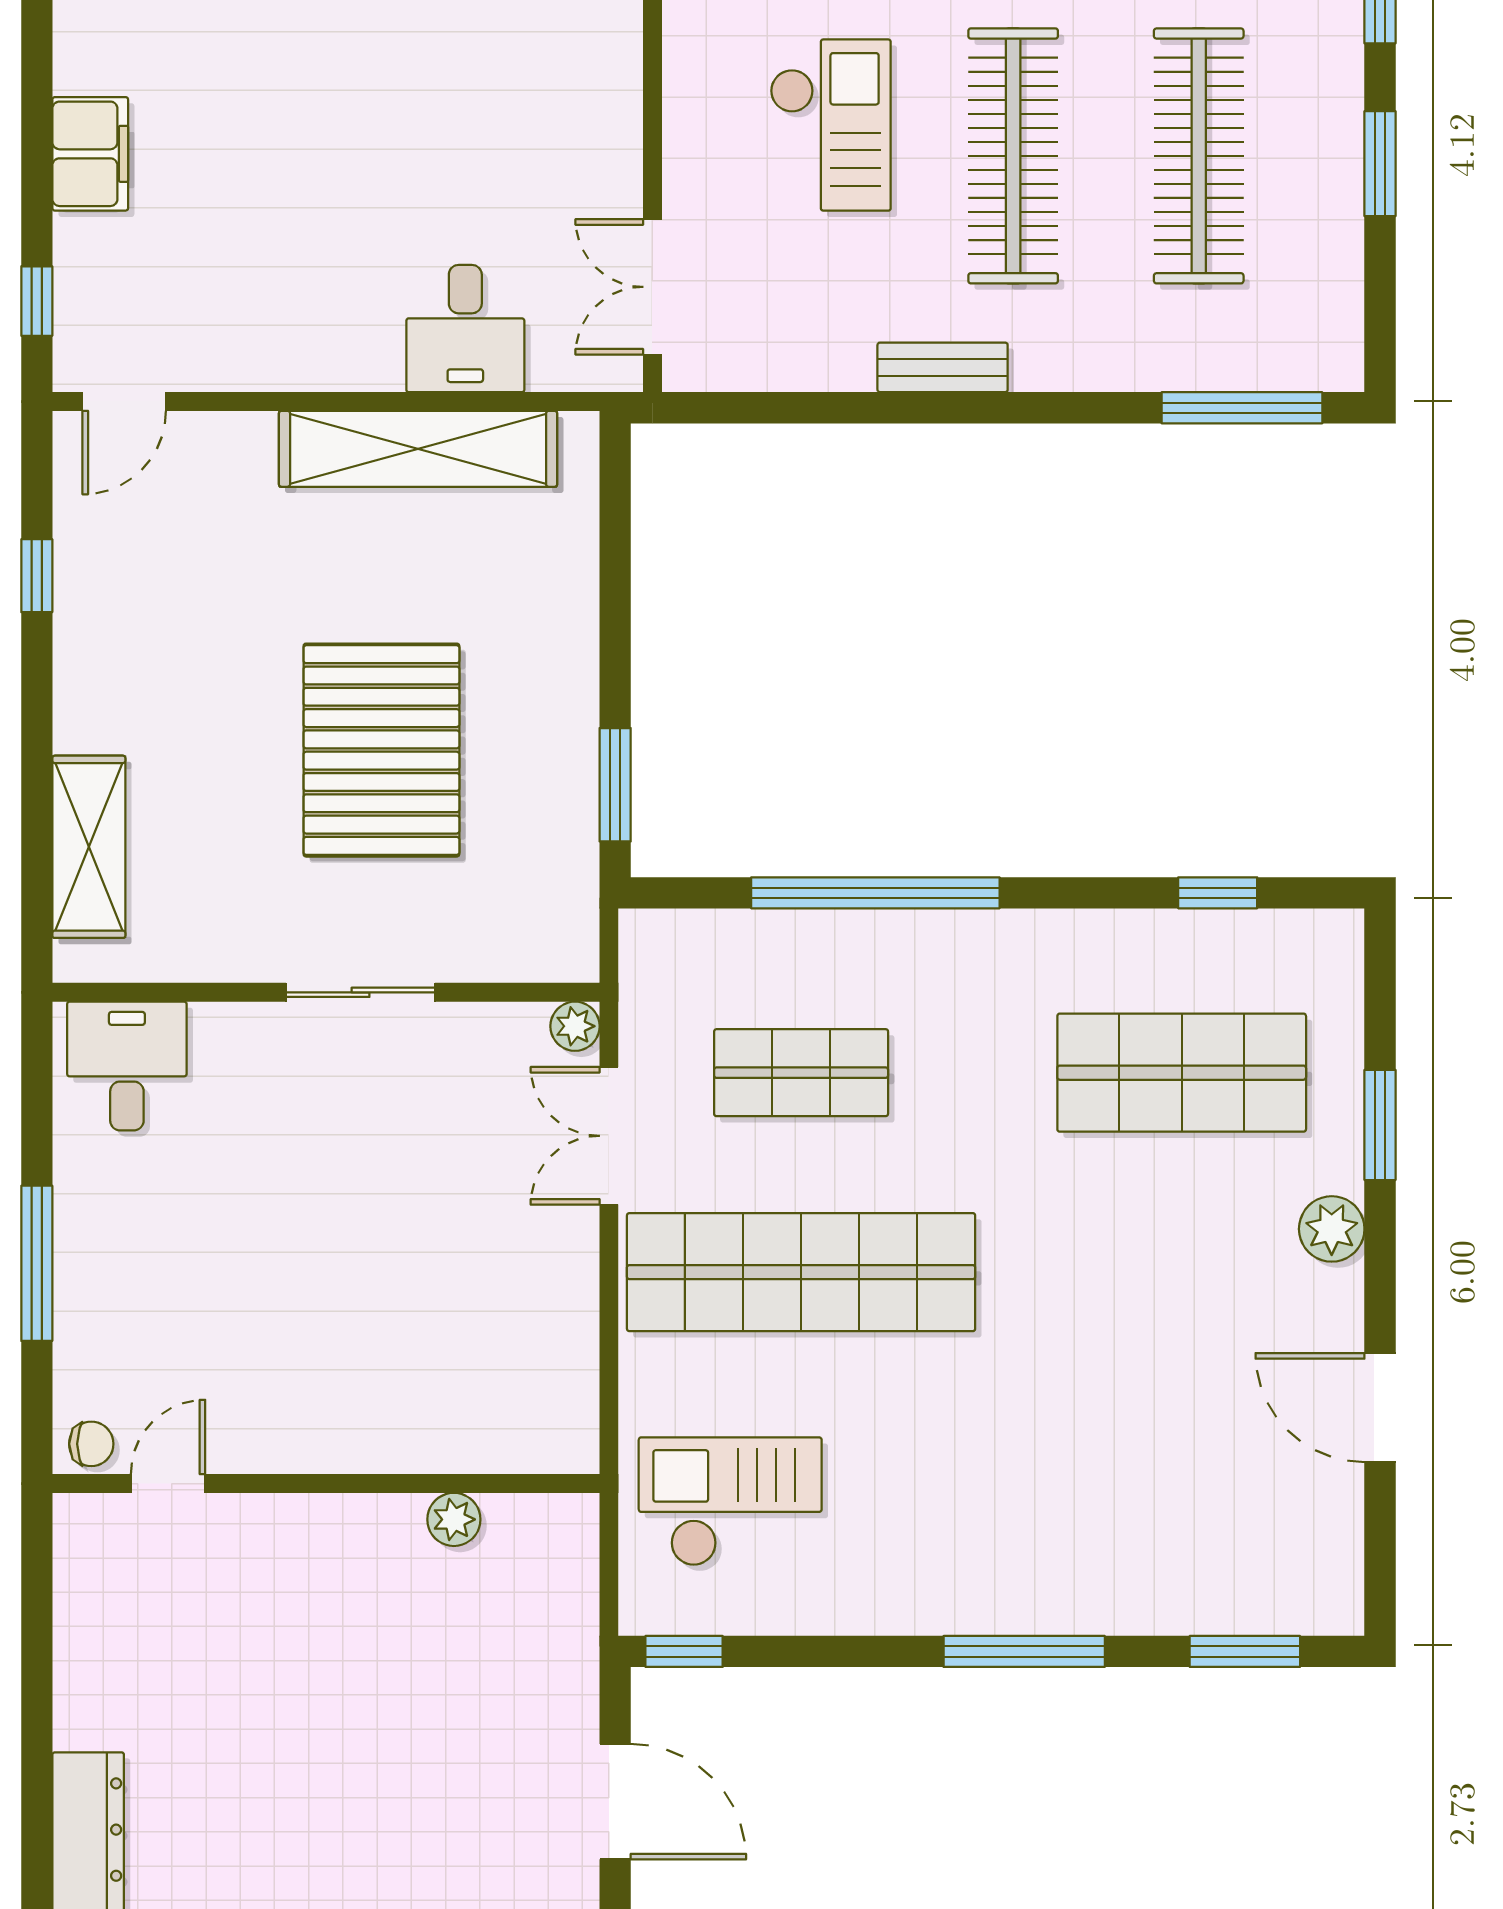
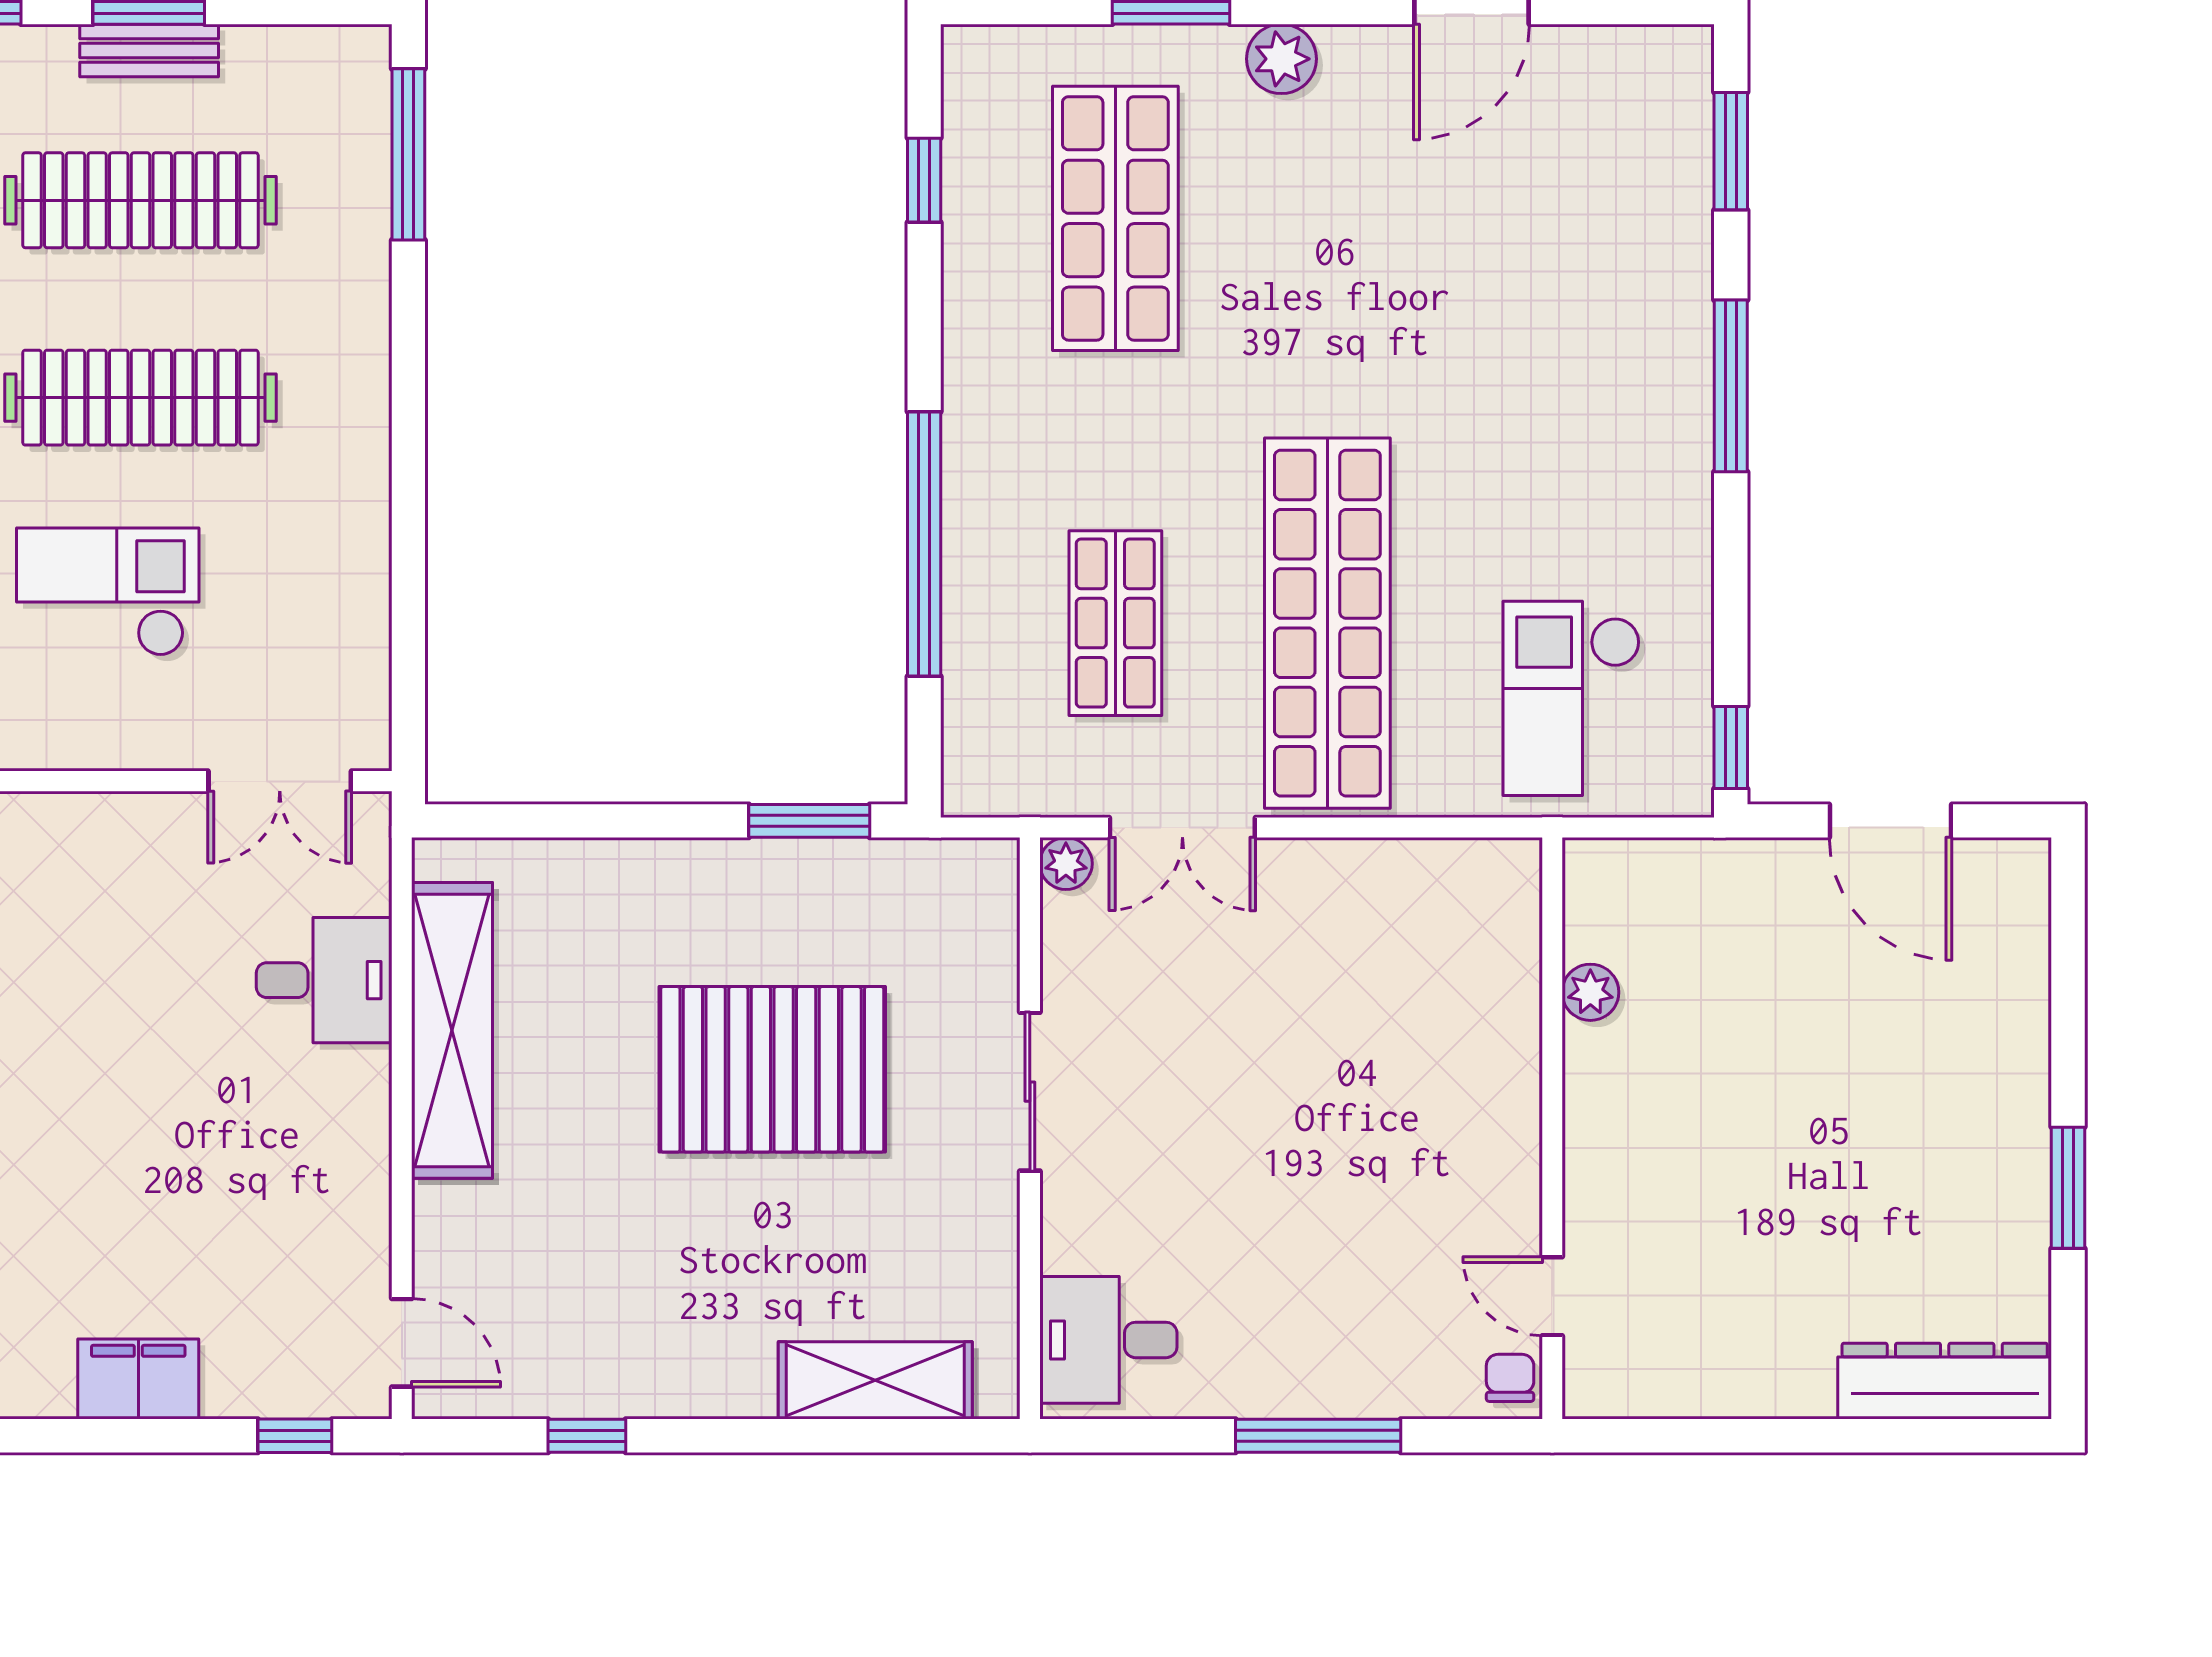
bench: (943, 367) -> (149, 50), moved, turned 90
door: (615, 1802) -> (1891, 821), swing flipped

